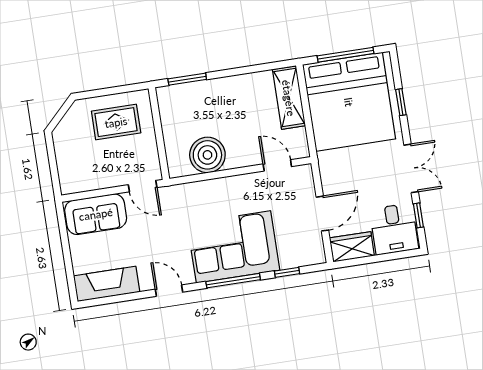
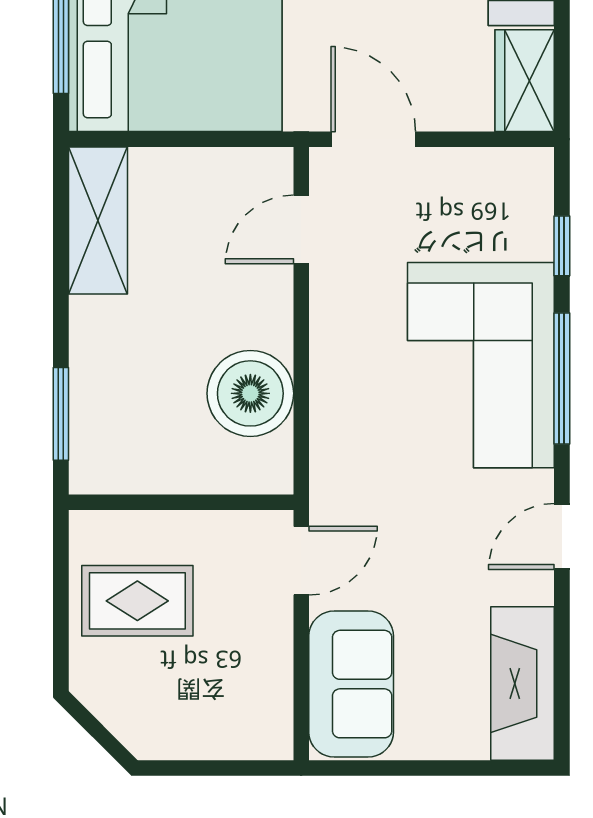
shelving: (289, 98) -> (98, 221), moved, turned 90
rug: (116, 122) -> (137, 601), turned 90
door: (322, 214) -> (373, 139), moved

